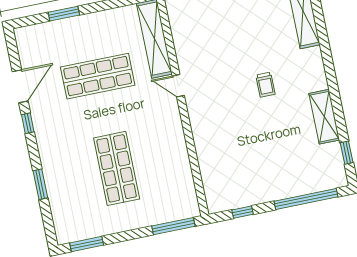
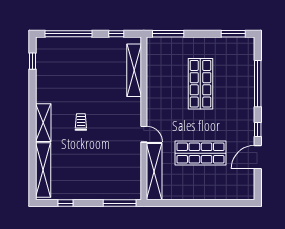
window: (64, 14) -> (216, 203), removed
shelving: (324, 117) -> (43, 123), moved
shelving: (209, 168) -> (134, 70), added
window: (40, 184) -> (258, 84), width x2.11

